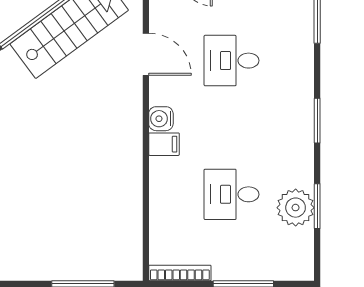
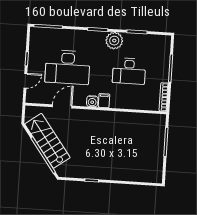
desk: (232, 61) -> (68, 67), width x1.87, depth x1.30
desk: (232, 194) -> (129, 71), width x1.37
plant: (296, 208) -> (114, 41), moved

